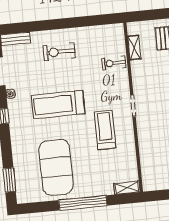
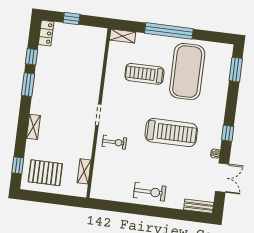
exercise bike: (59, 52) -> (150, 192), moved
exercise bike: (114, 63) -> (114, 142), moved
treadmill: (105, 130) -> (144, 74), moved, turned 90

